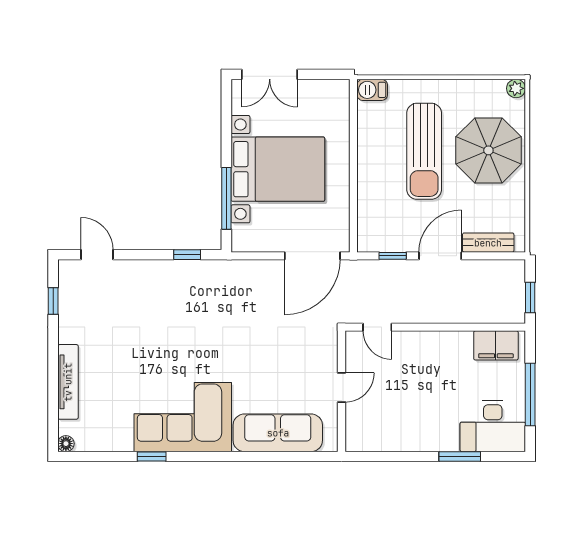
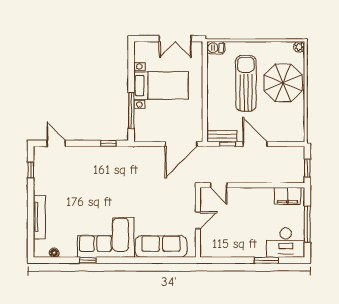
double door: (270, 74) -> (175, 39), moved
sun lounger: (424, 151) -> (246, 83), turned 180
bed with nightstands: (278, 169) -> (161, 85), width x0.73
bench: (488, 243) -> (222, 136), moved
door: (440, 256) -> (255, 144), hinge flipped
floor lamp: (66, 444) -> (54, 253), moved

